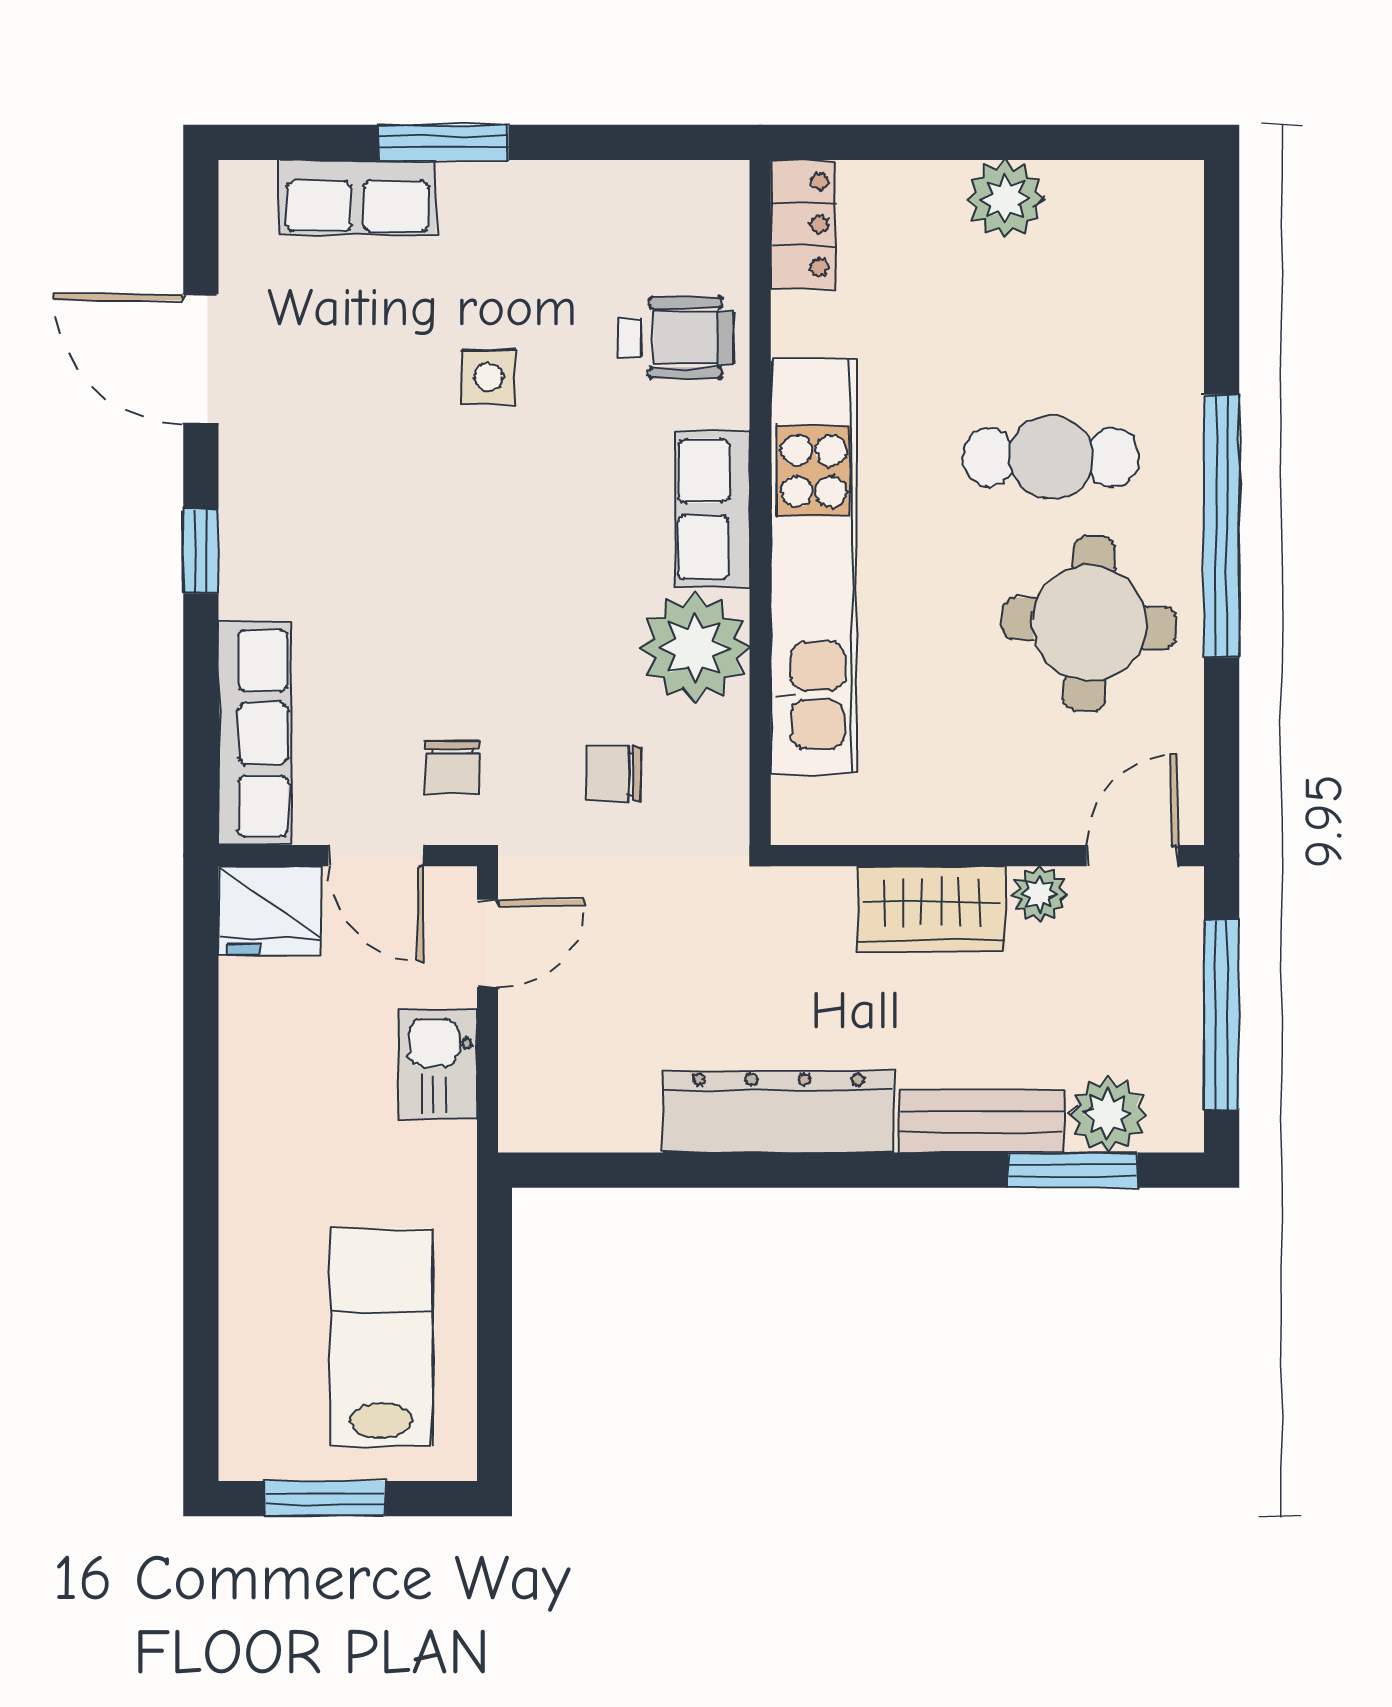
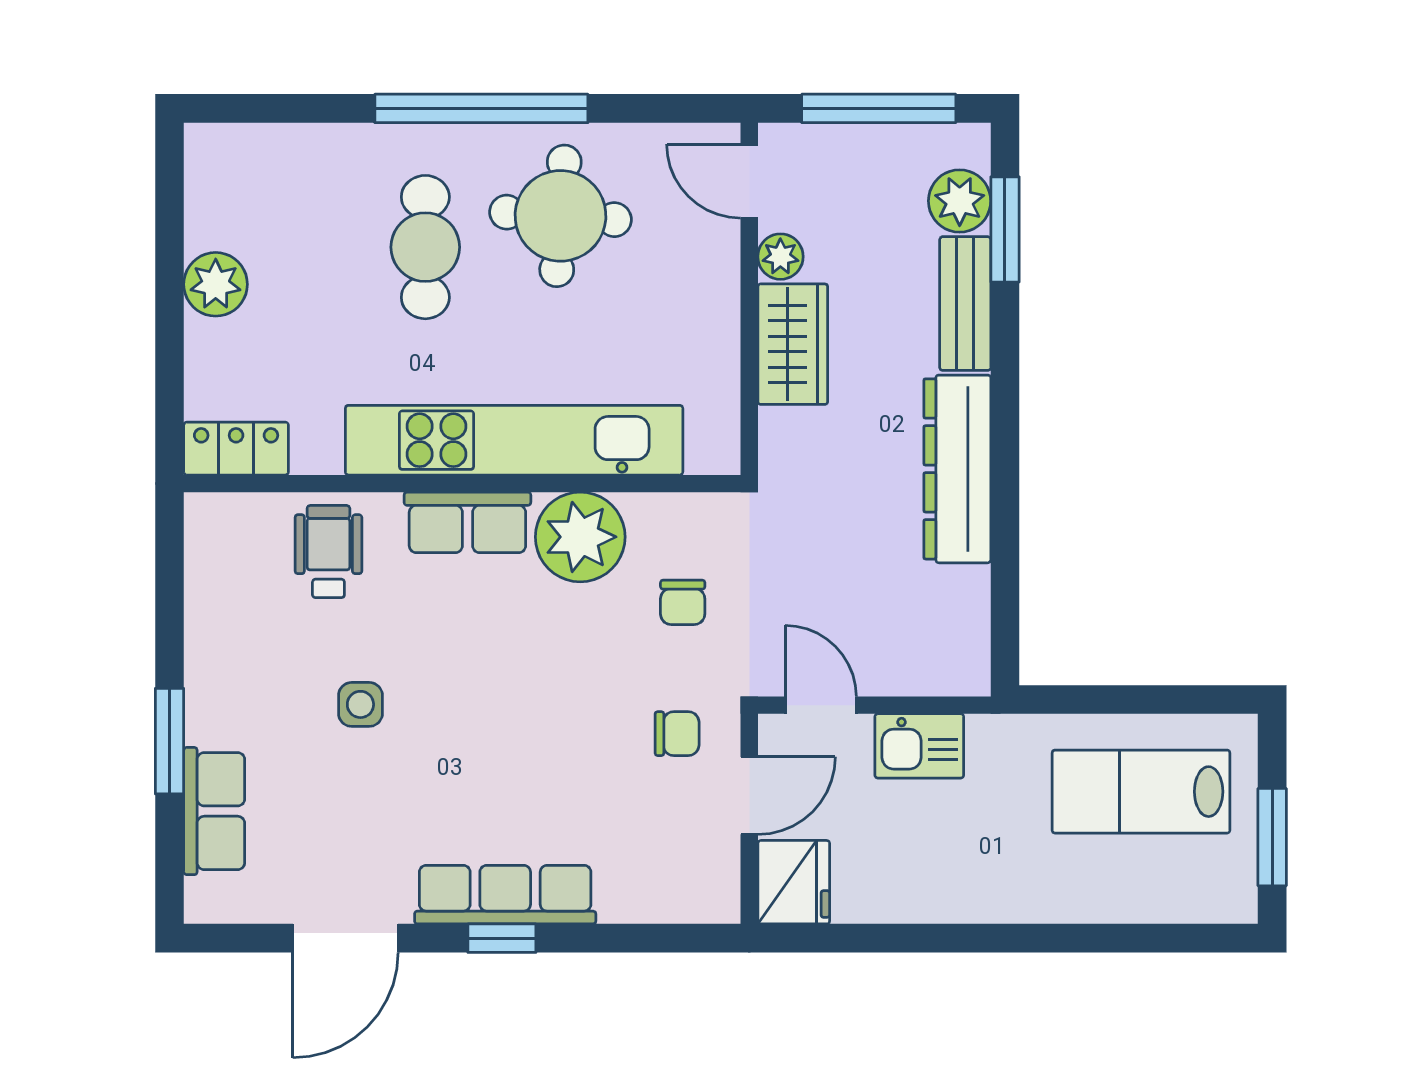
row of seats: (254, 734) -> (505, 895), moved

